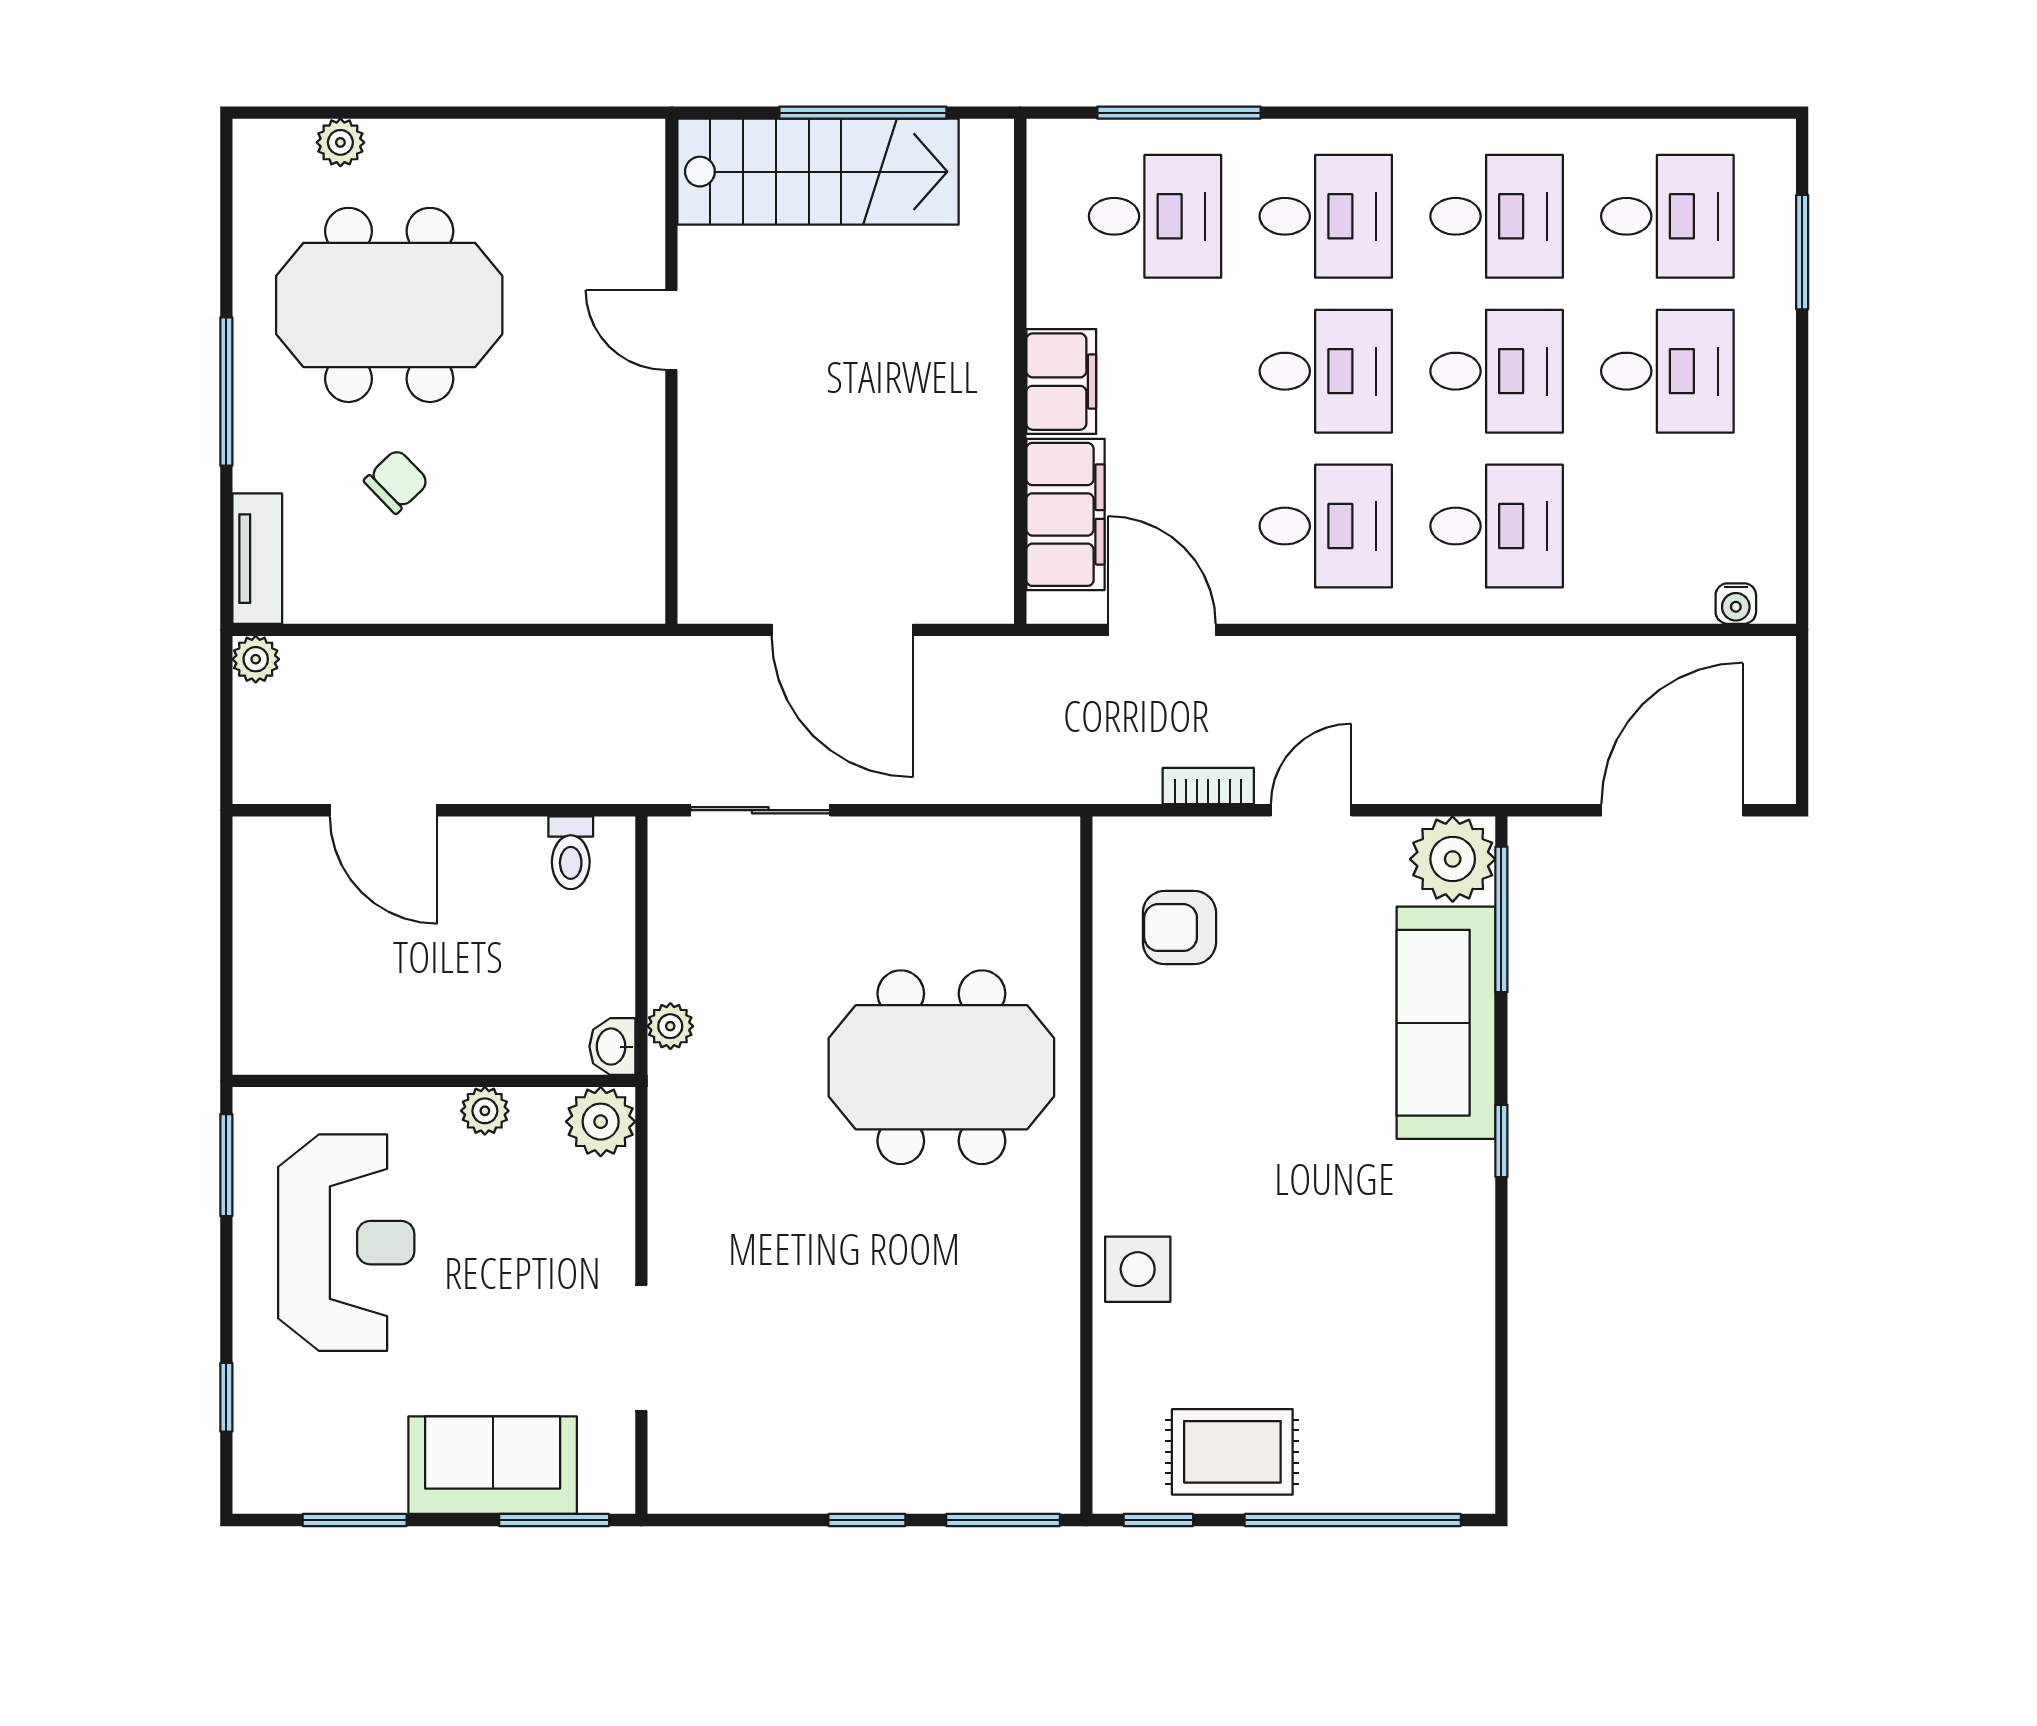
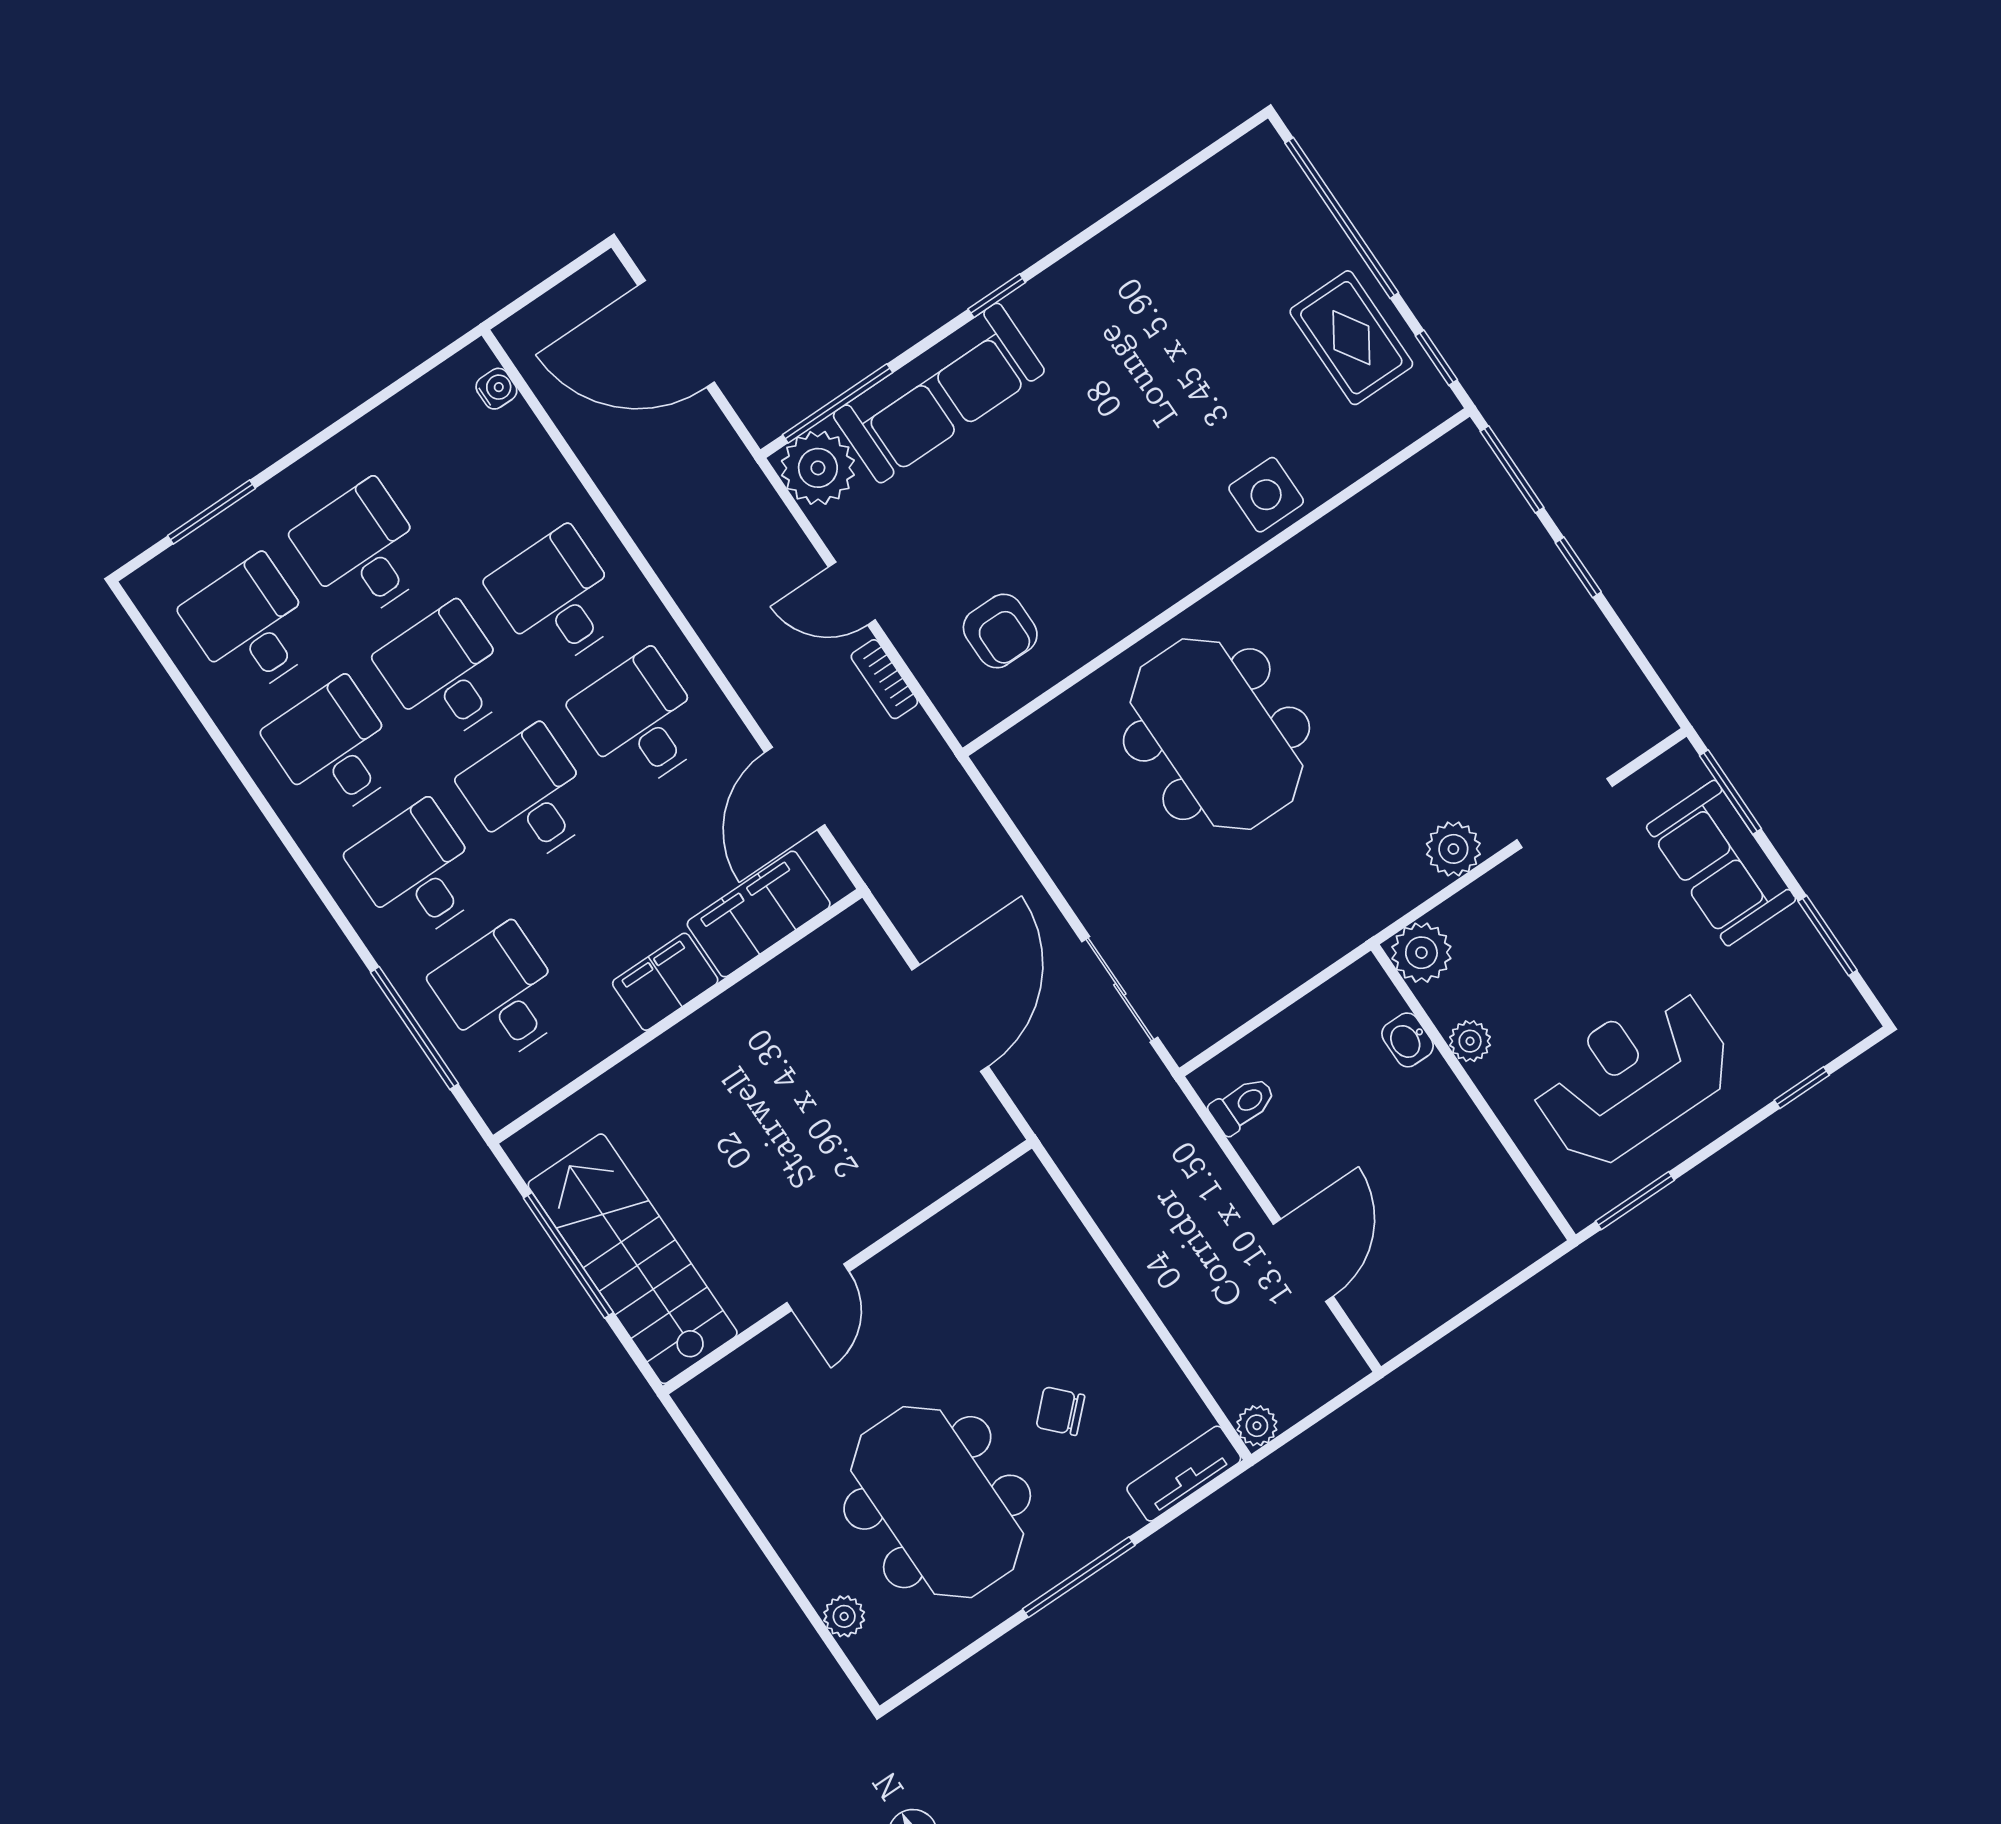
plant: (670, 1026) -> (1453, 849), moved, width x1.38, depth x1.38
washbasin: (612, 1047) -> (1408, 1040), moved, turned 90

